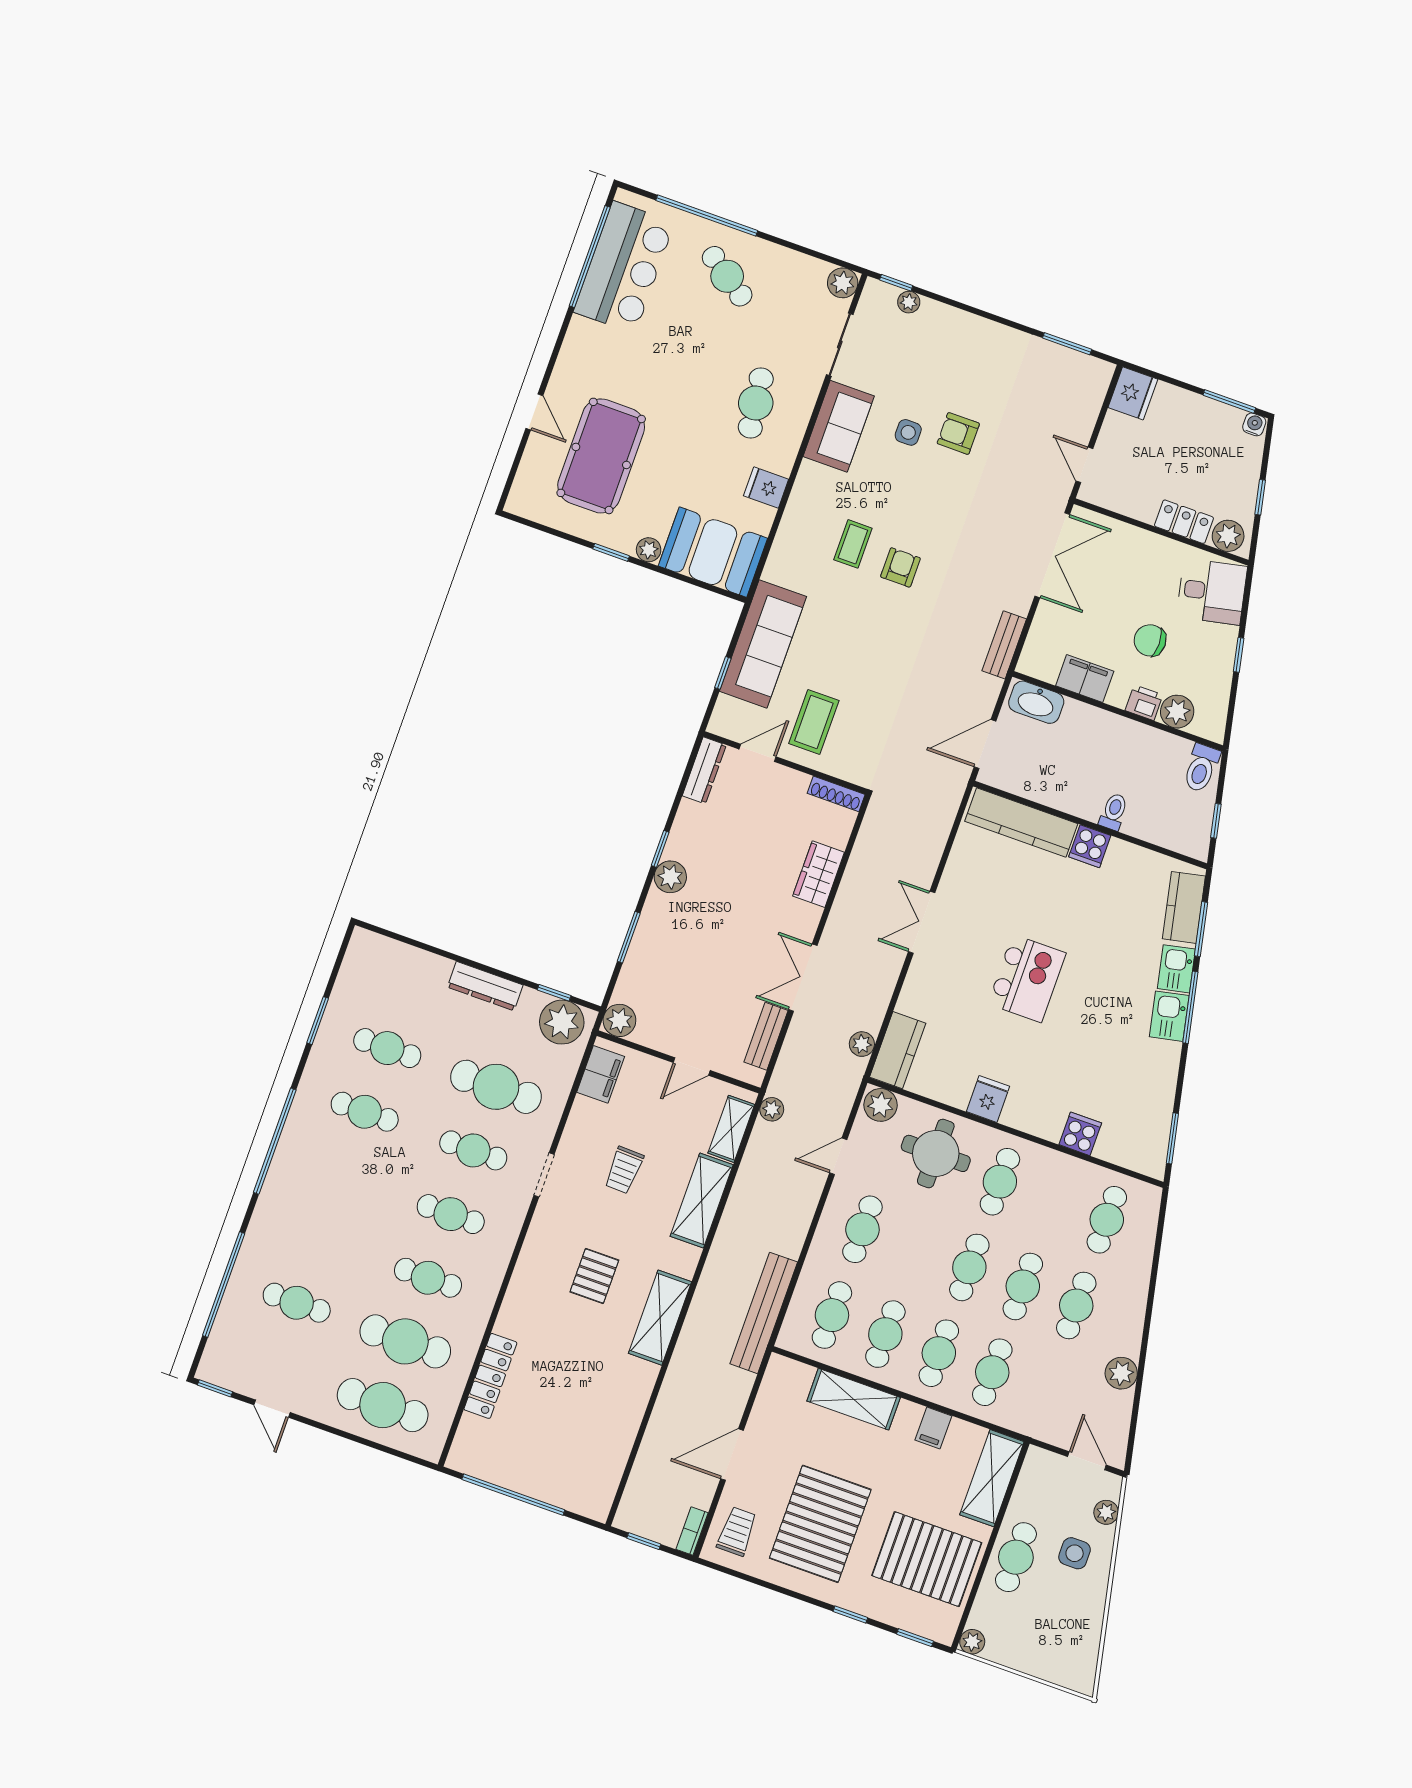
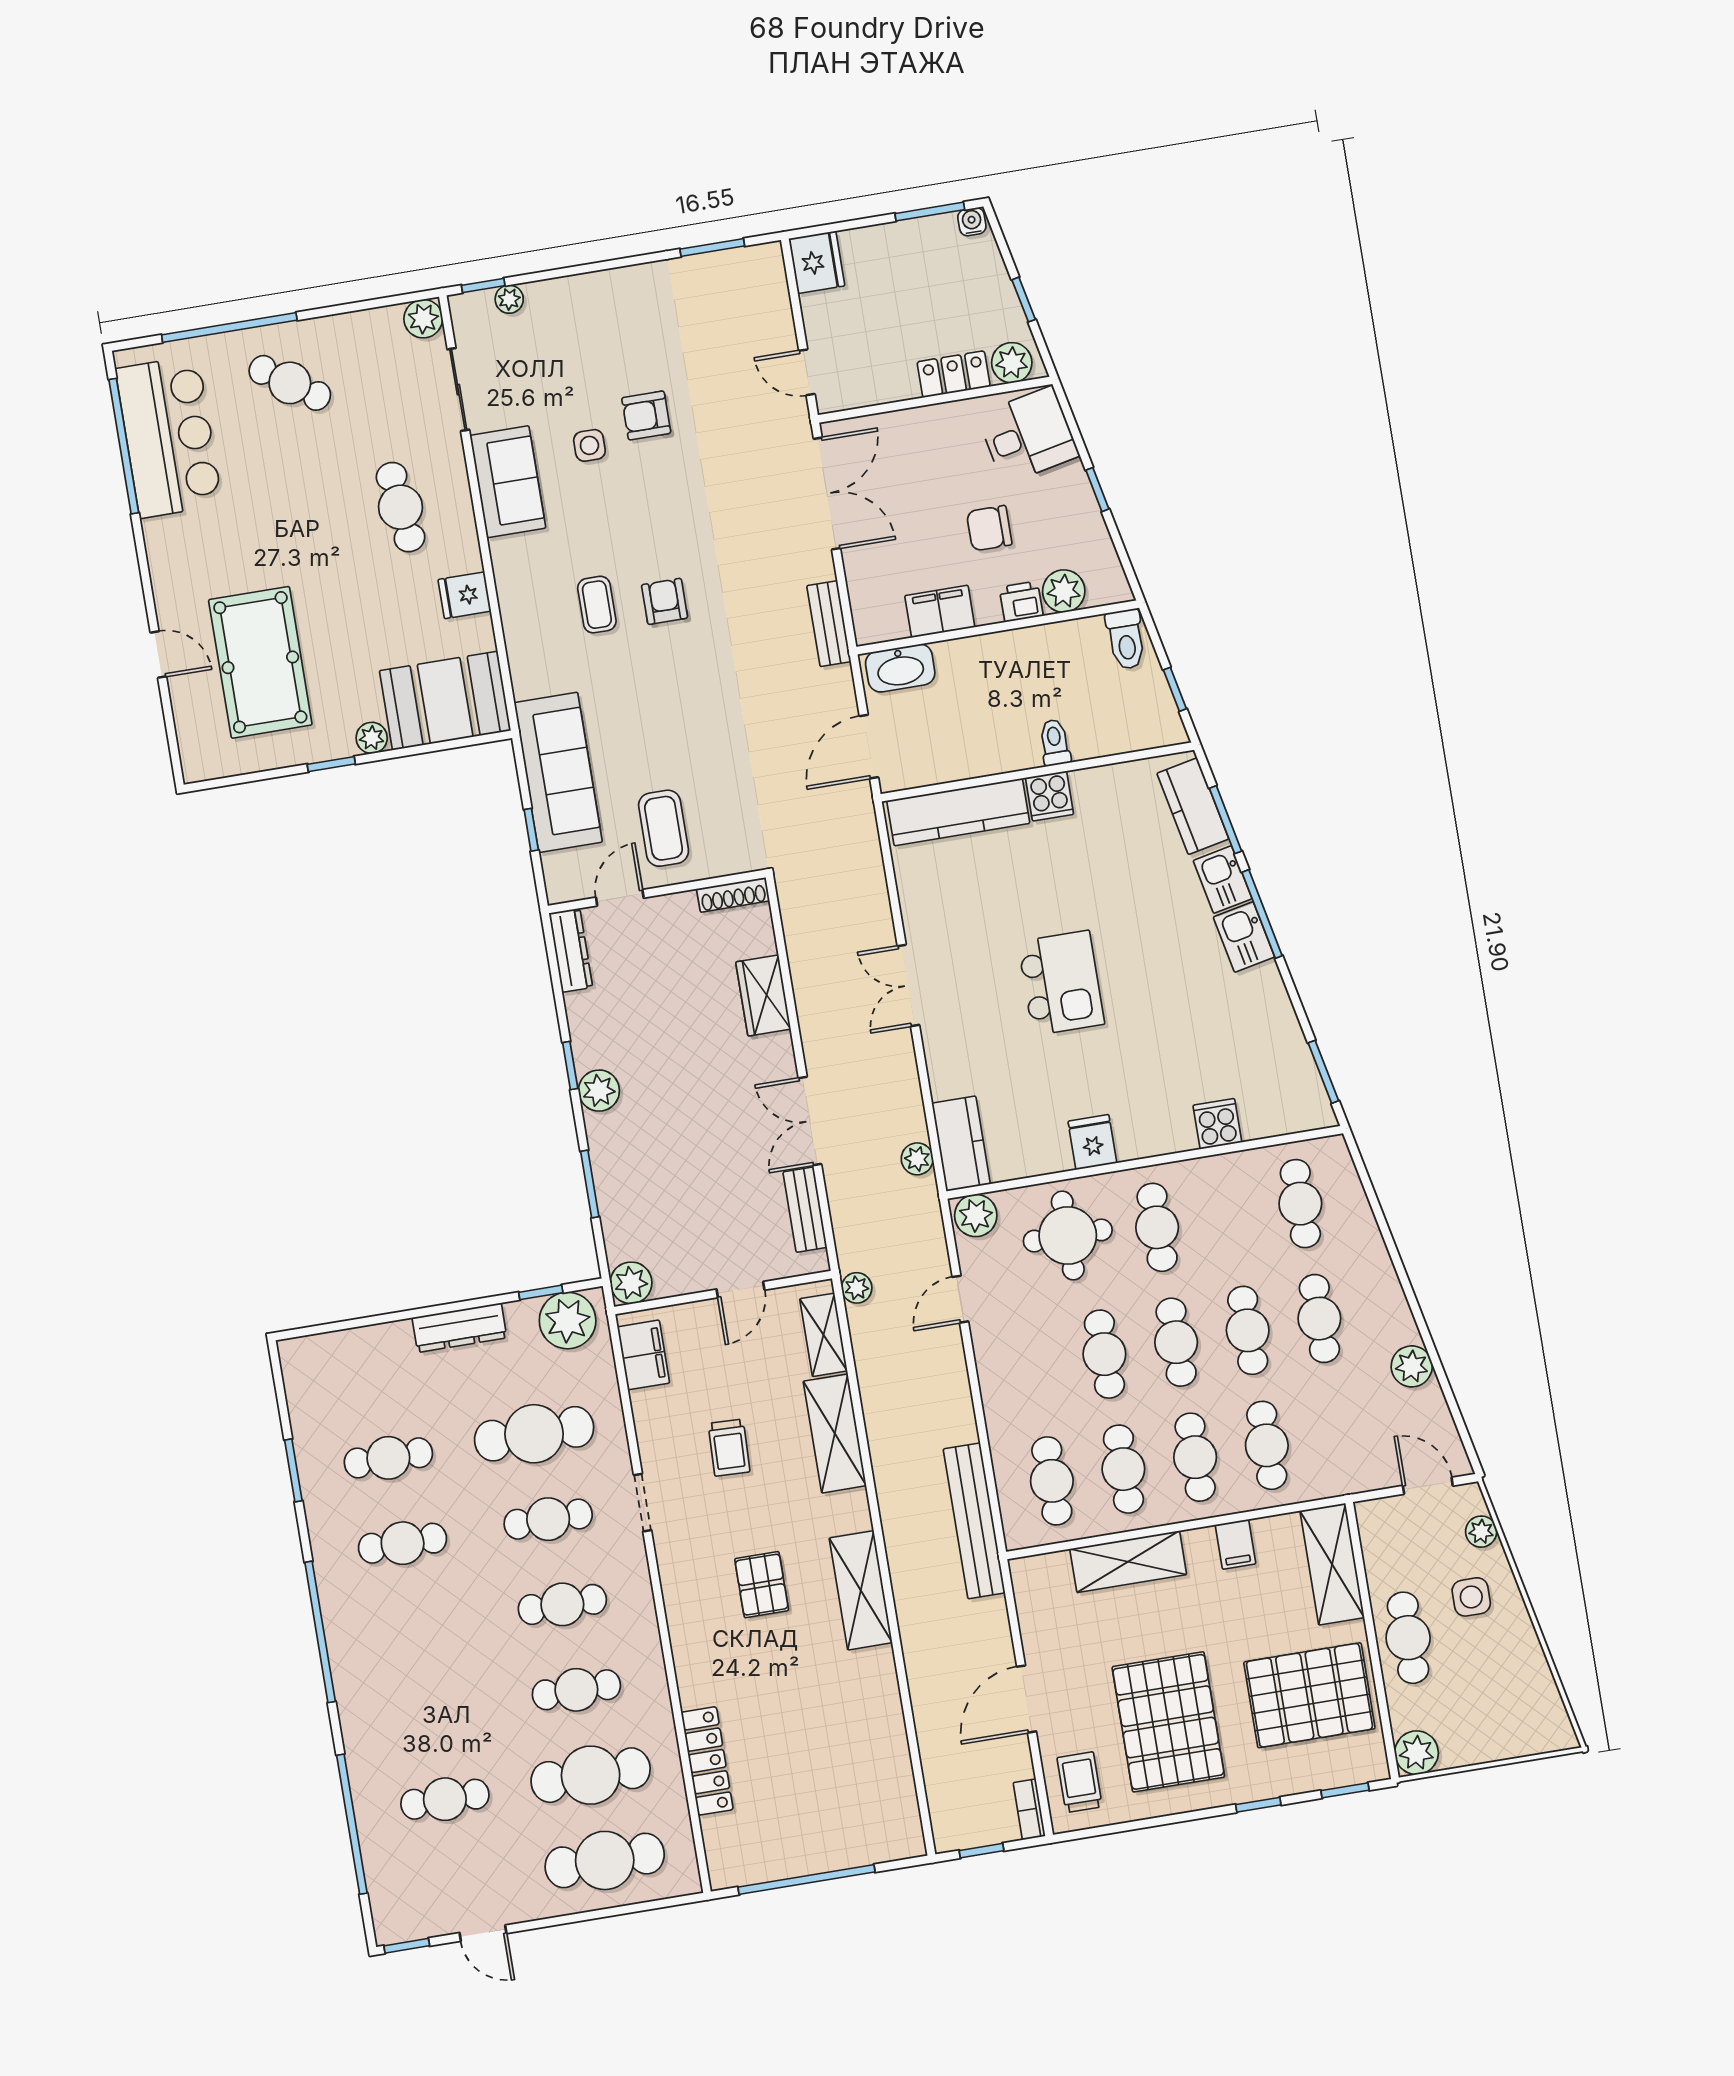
cafe table: (862, 1229) -> (1104, 1354), moved
plant: (972, 1642) -> (1416, 1753), width x1.38, depth x1.38

